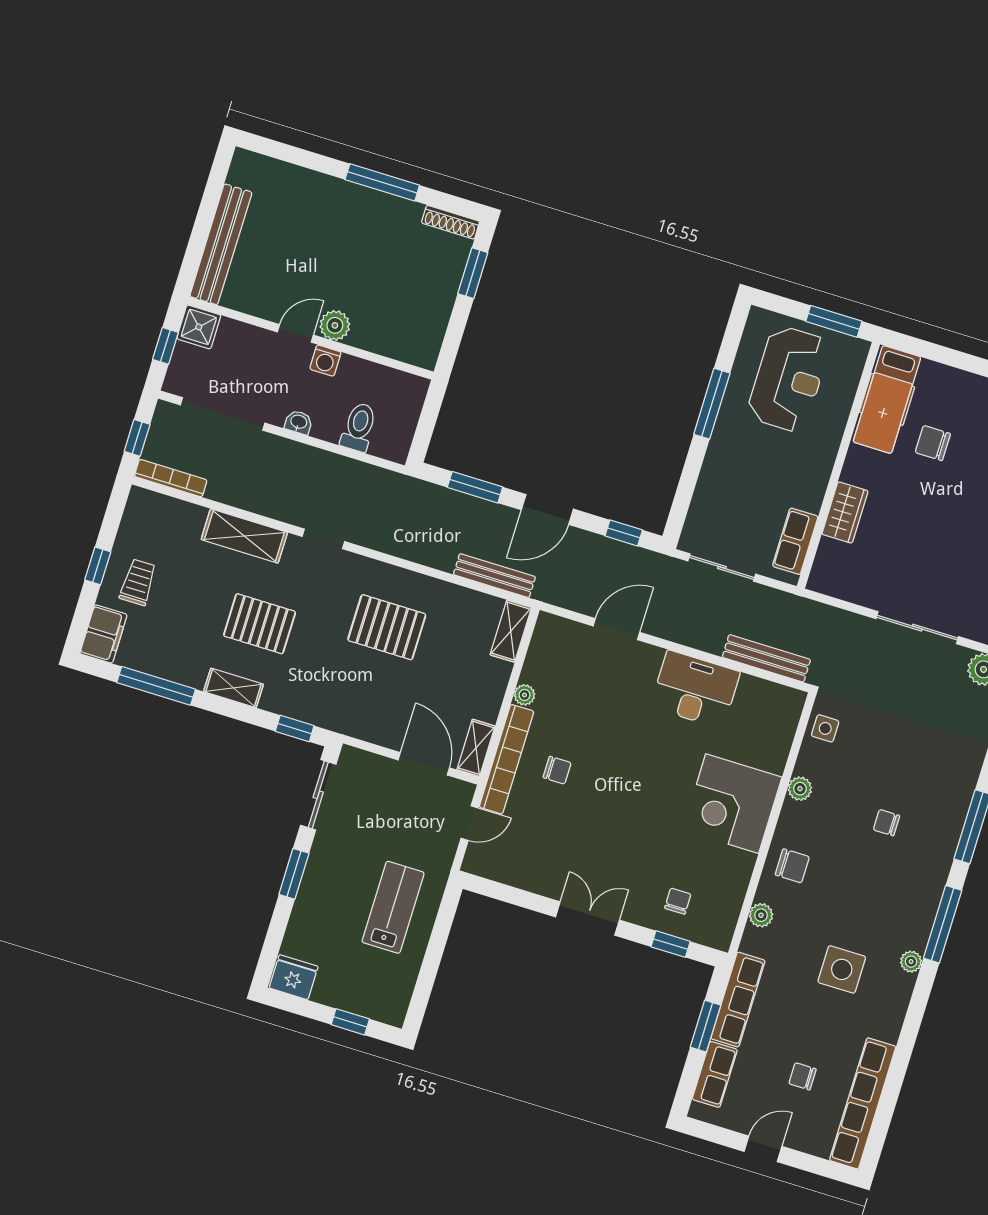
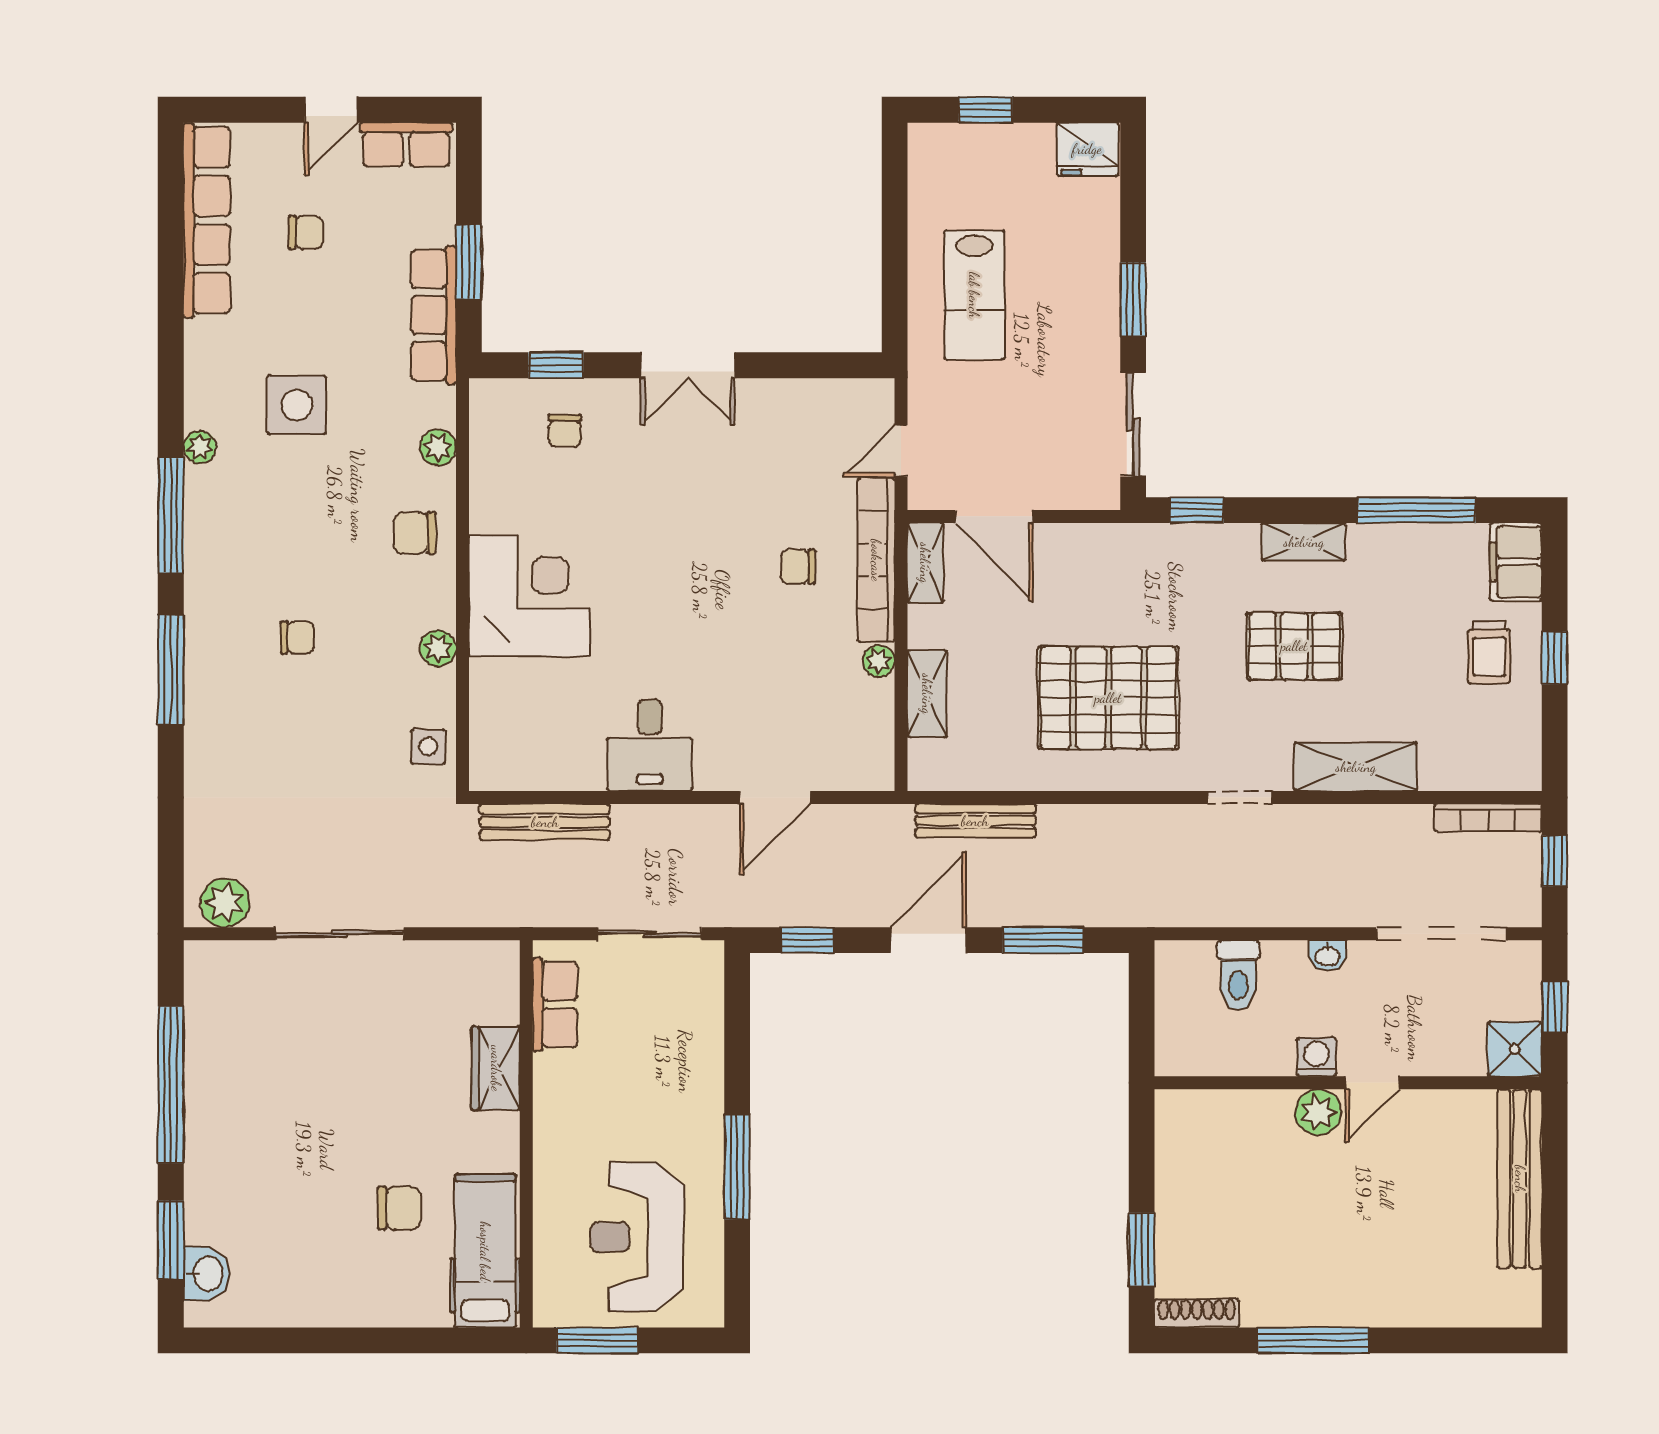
pallet: (387, 627) -> (1108, 698), width x1.37, depth x1.41
shelving: (511, 631) -> (927, 694), moved
desk: (695, 689) -> (650, 745), width x0.73
row of seats: (715, 1074) -> (406, 145), moved, turned -90

